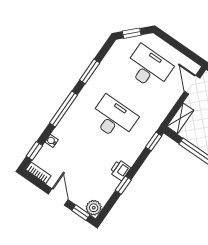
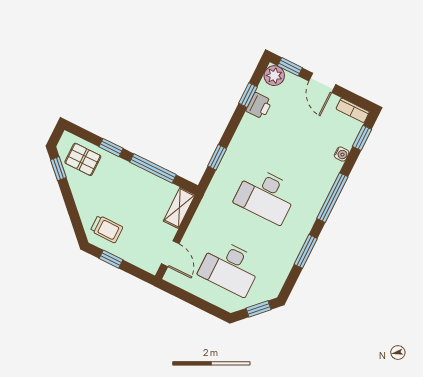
window: (154, 141) -> (217, 157), moved
printer: (120, 170) -> (259, 106), moved
window: (123, 185) -> (248, 95), moved

